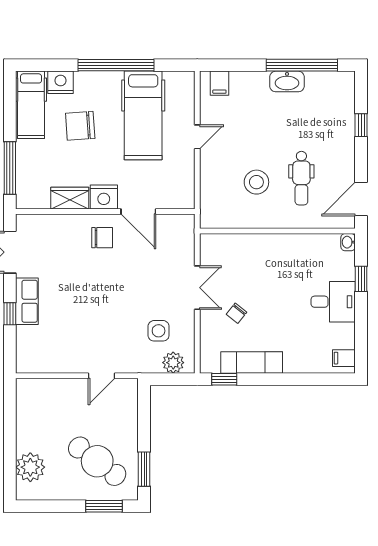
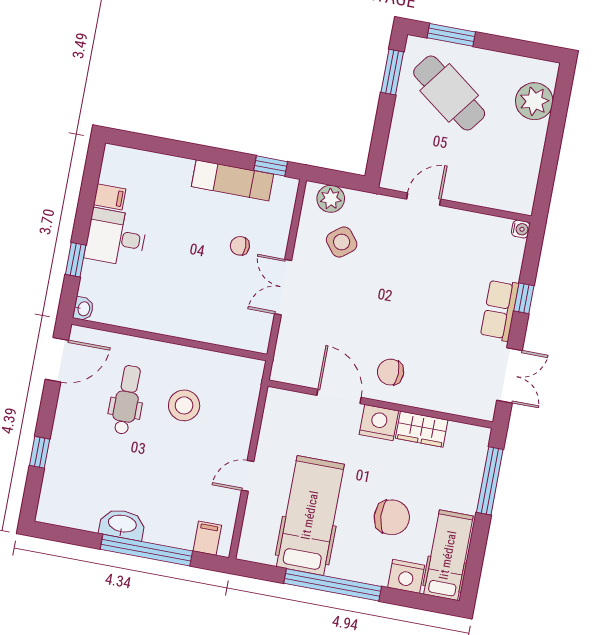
window: (302, 65) -> (146, 550), moved
chair: (236, 313) -> (240, 246), turned -129
side table: (159, 331) -> (342, 242), turned -38
filing cabinet: (344, 358) -> (110, 197), moved
water cooler: (22, 367) -> (521, 229), added

